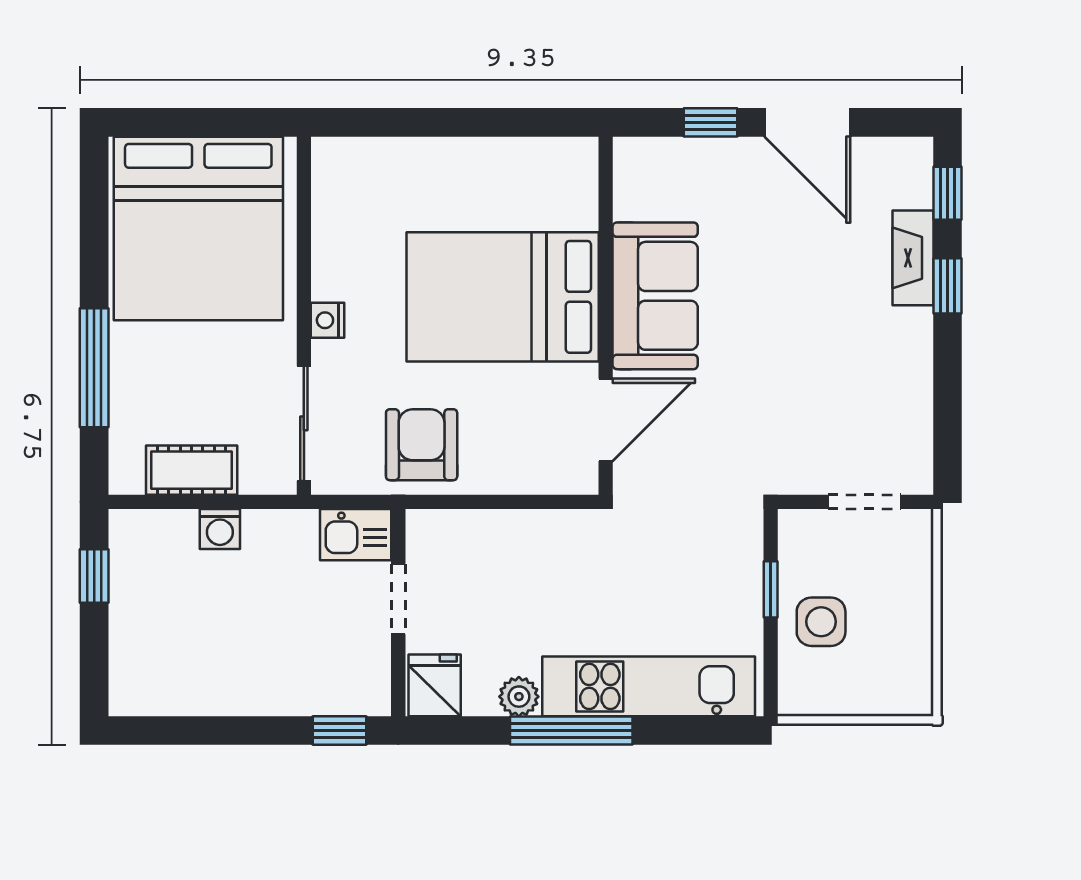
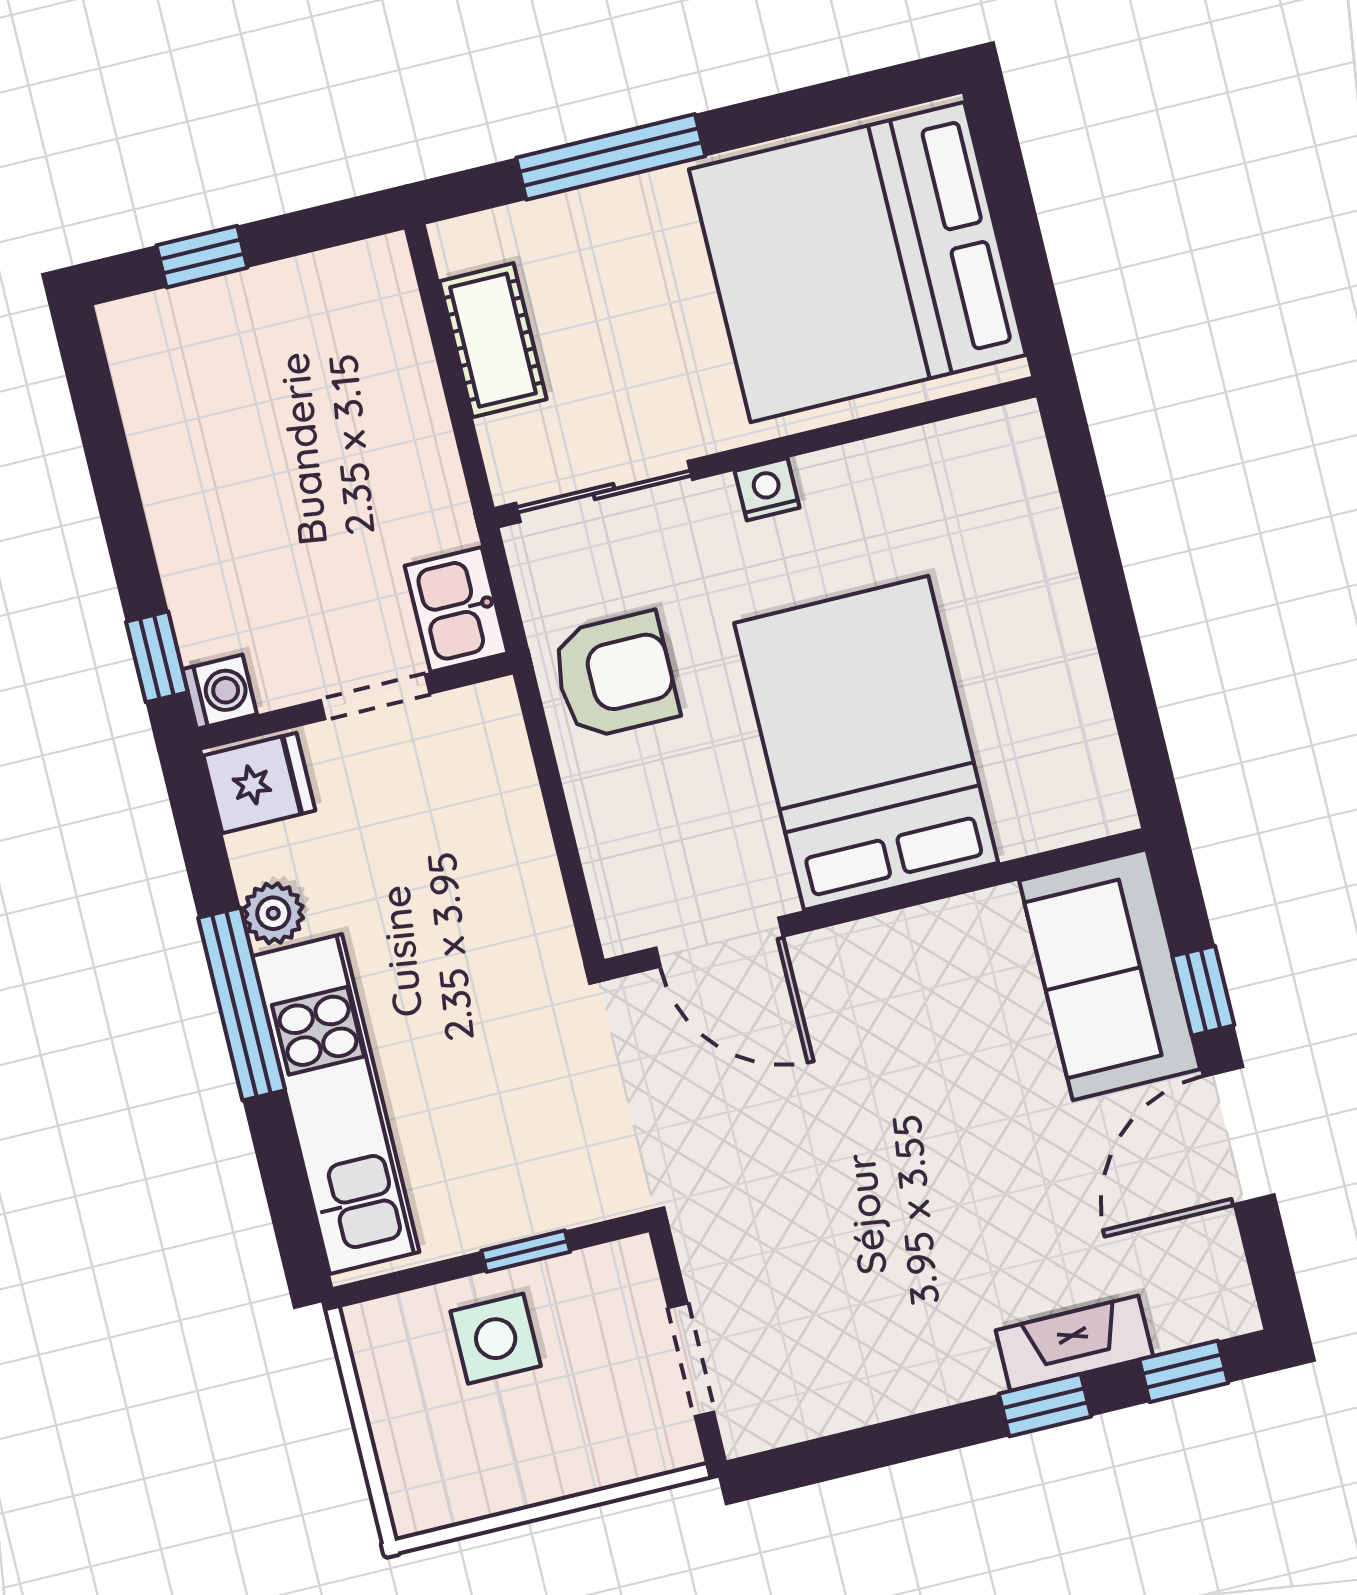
sofa: (655, 296) -> (1110, 975), moved, turned 90
washing machine: (220, 529) -> (220, 692), moved, turned 180
window: (94, 576) -> (202, 257), moved

